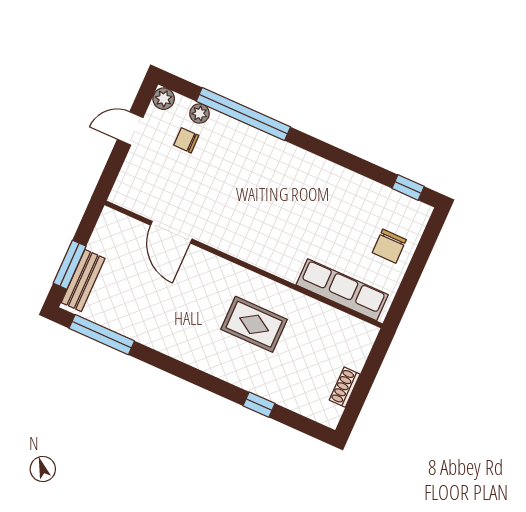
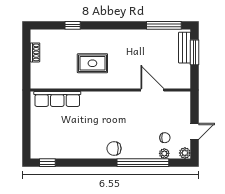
chair: (389, 246) -> (114, 148), moved, turned -90

